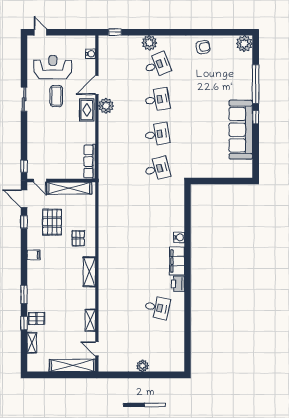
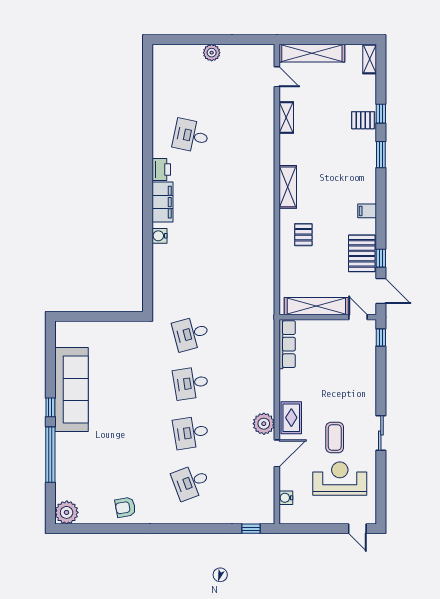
plant: (149, 43) -> (202, 514), removed
reception desk: (53, 67) -> (340, 479), turned 180
pallet: (52, 222) -> (362, 253), moved
shelving: (32, 343) -> (370, 59), moved

